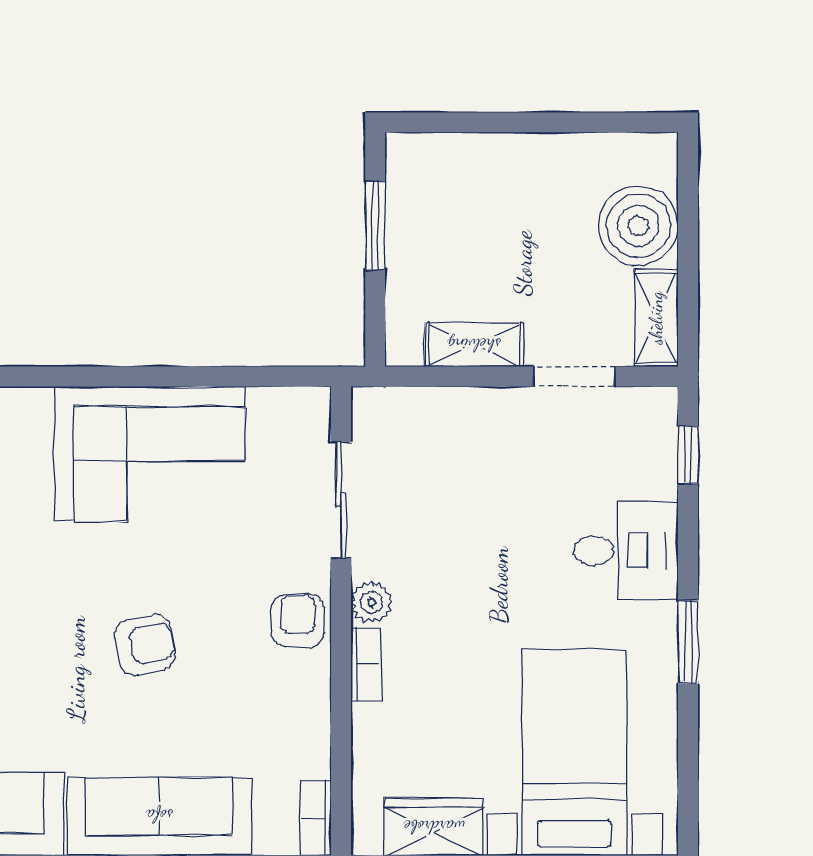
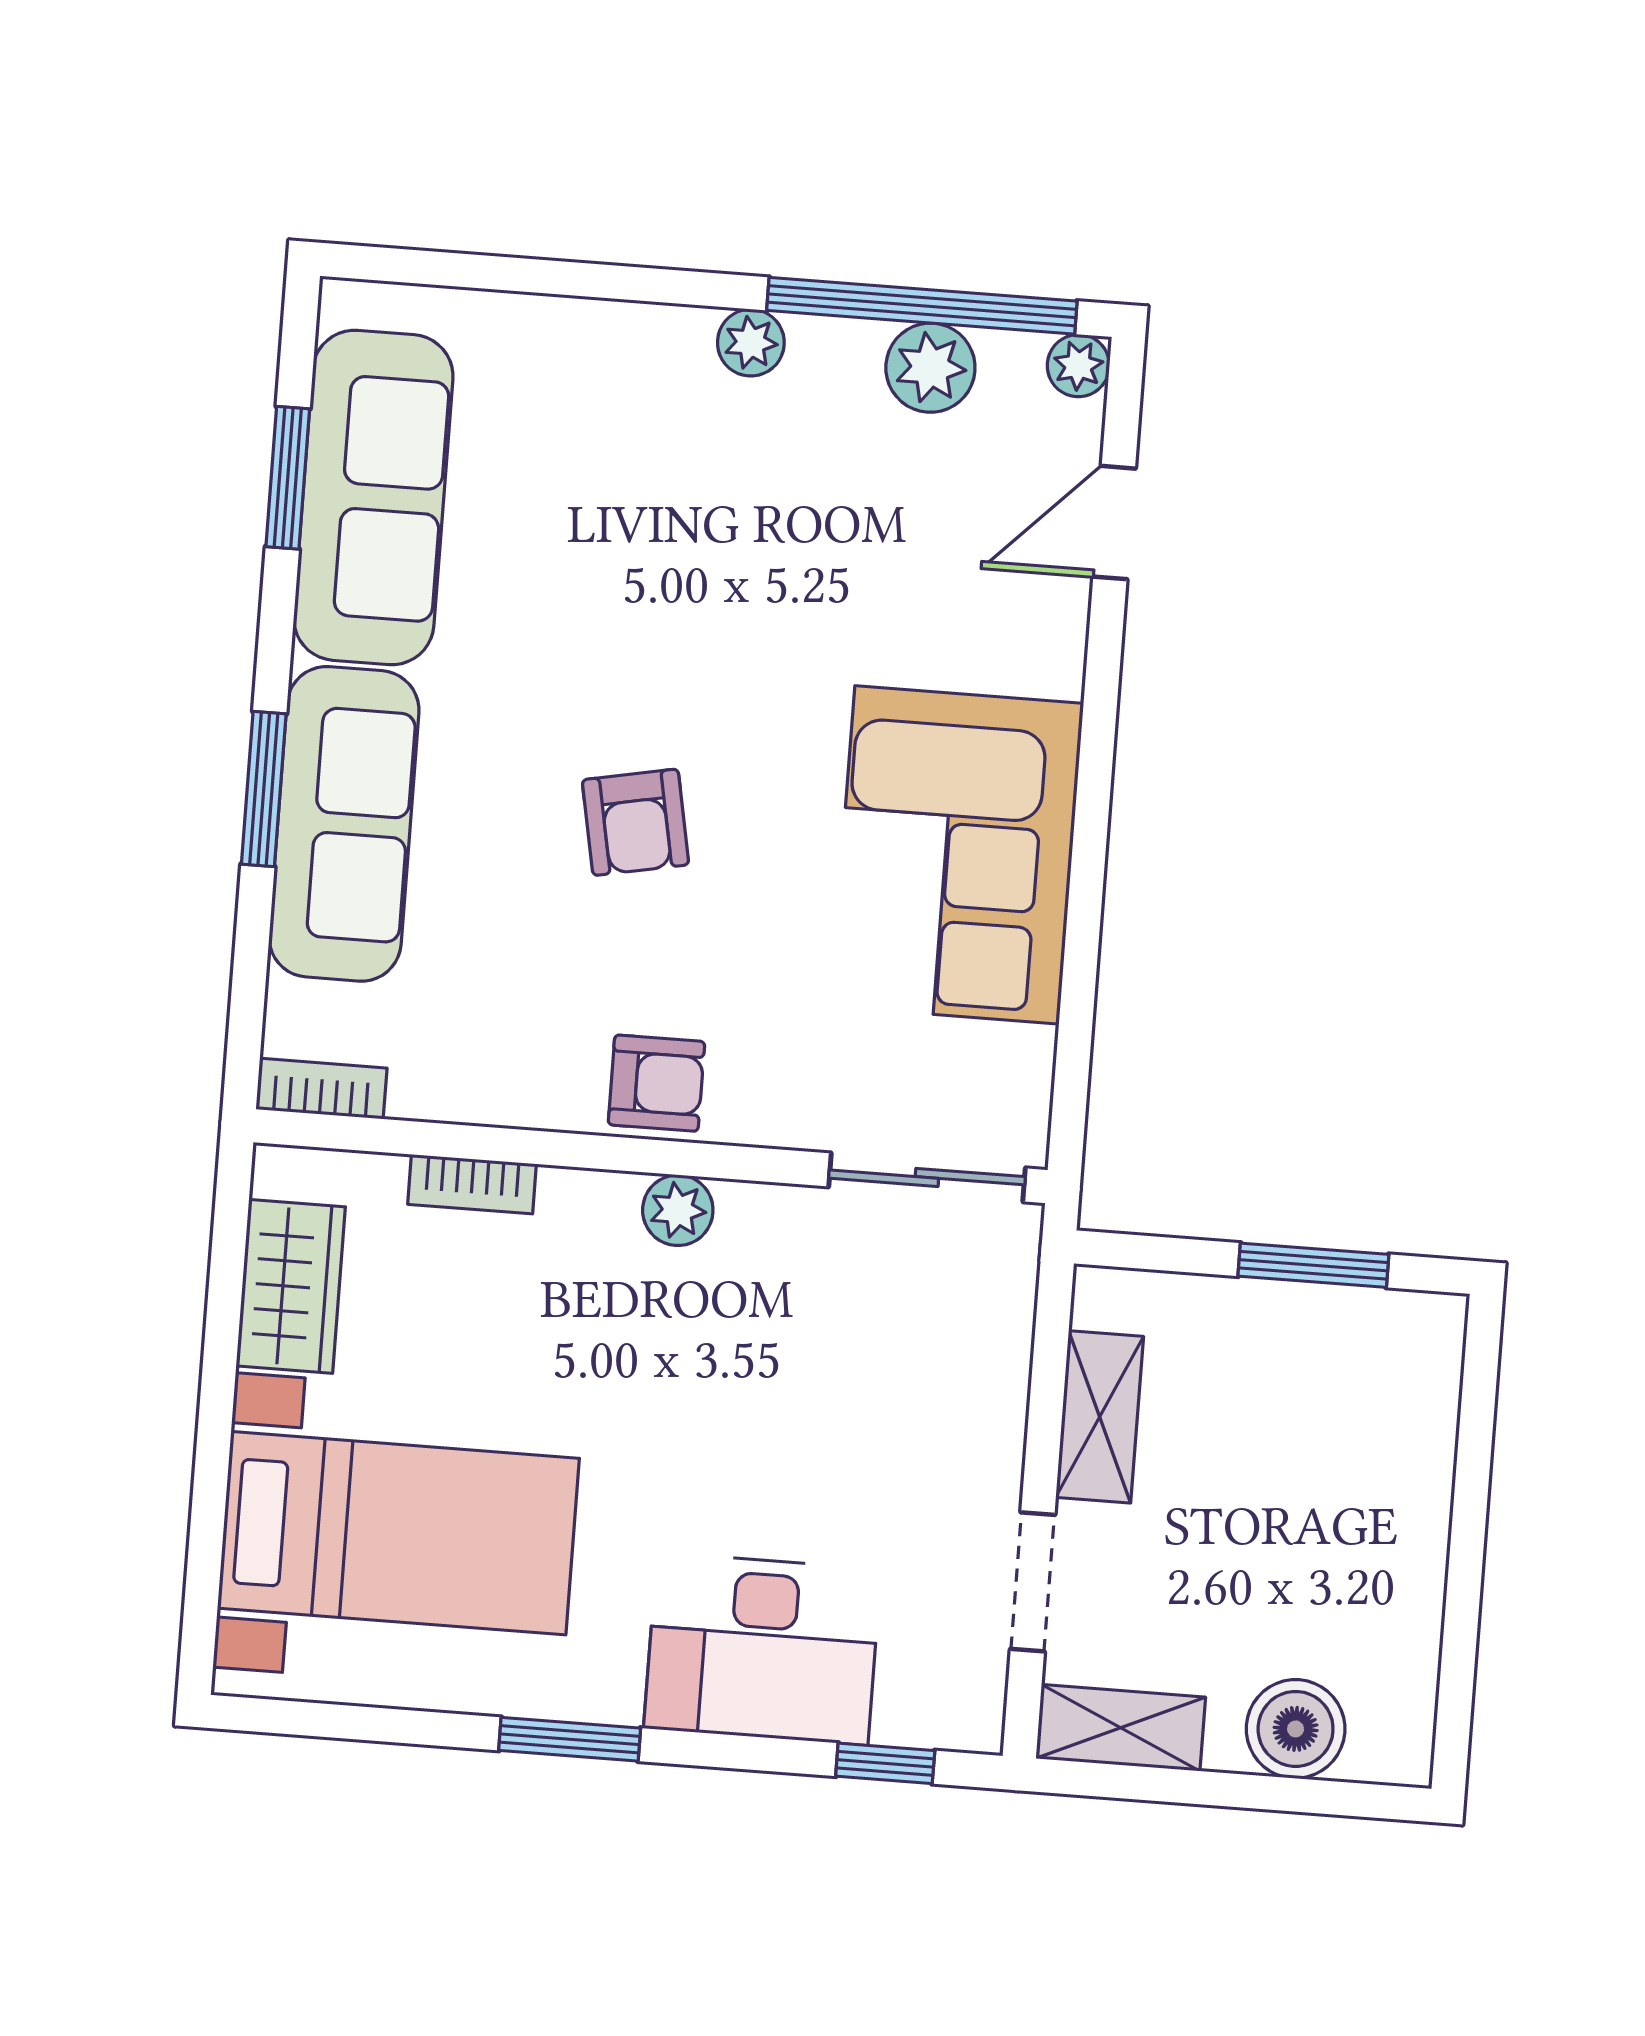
boiler: (638, 226) -> (1296, 1729), width x0.73, depth x0.73
sliding door: (341, 500) -> (927, 1177), moved
desk: (626, 551) -> (762, 1649), width x1.37
bookcase: (366, 664) -> (472, 1184), moved

